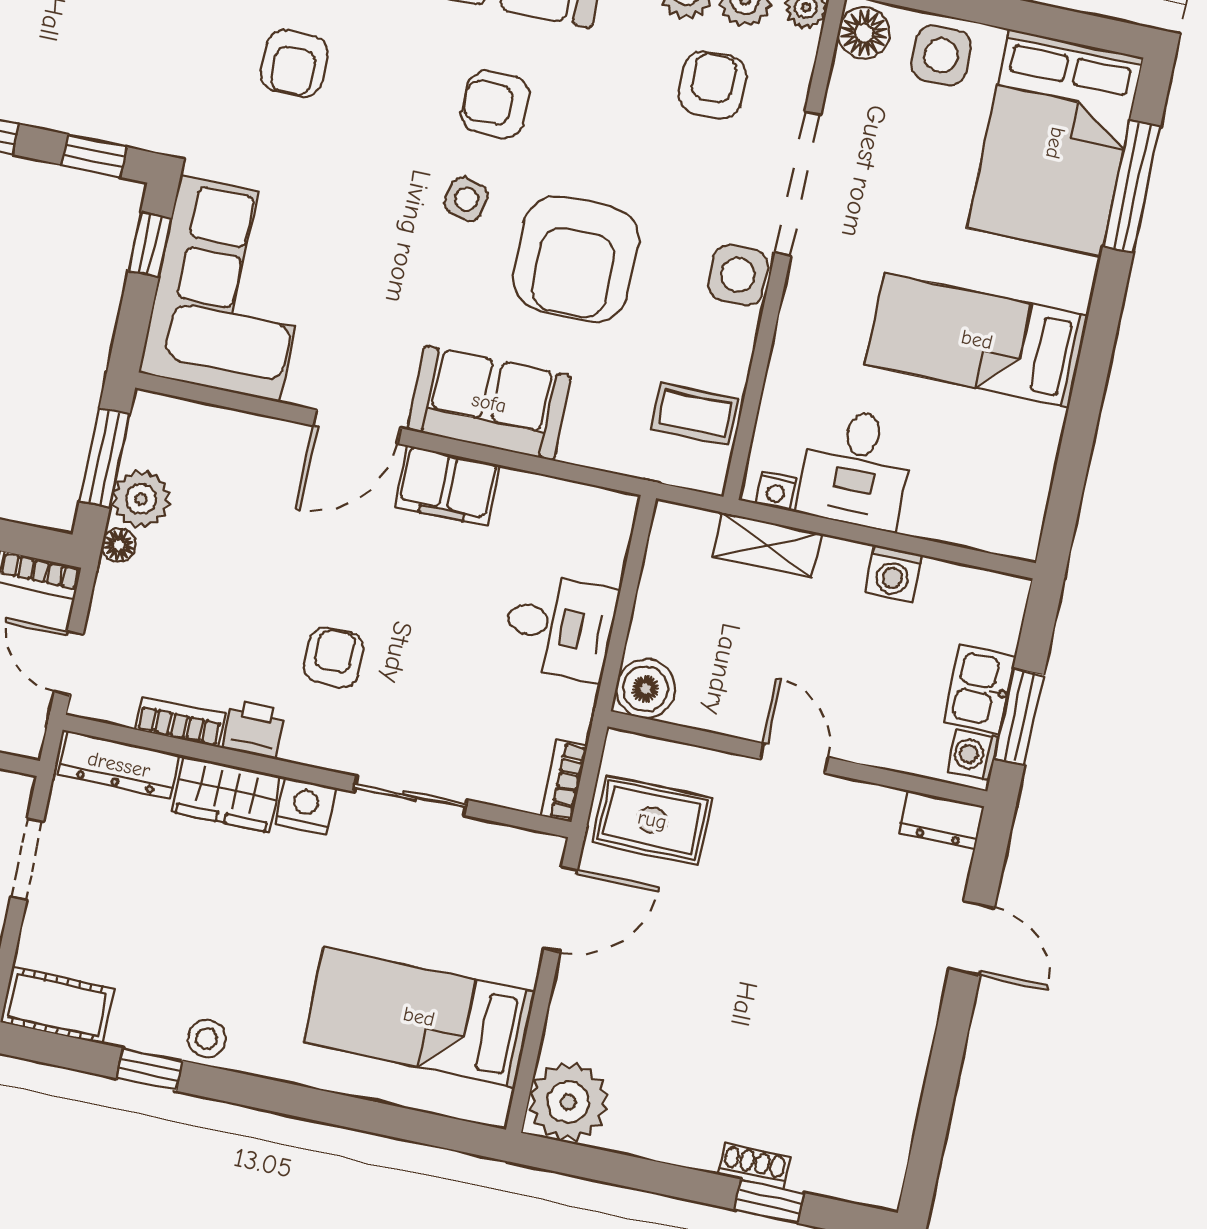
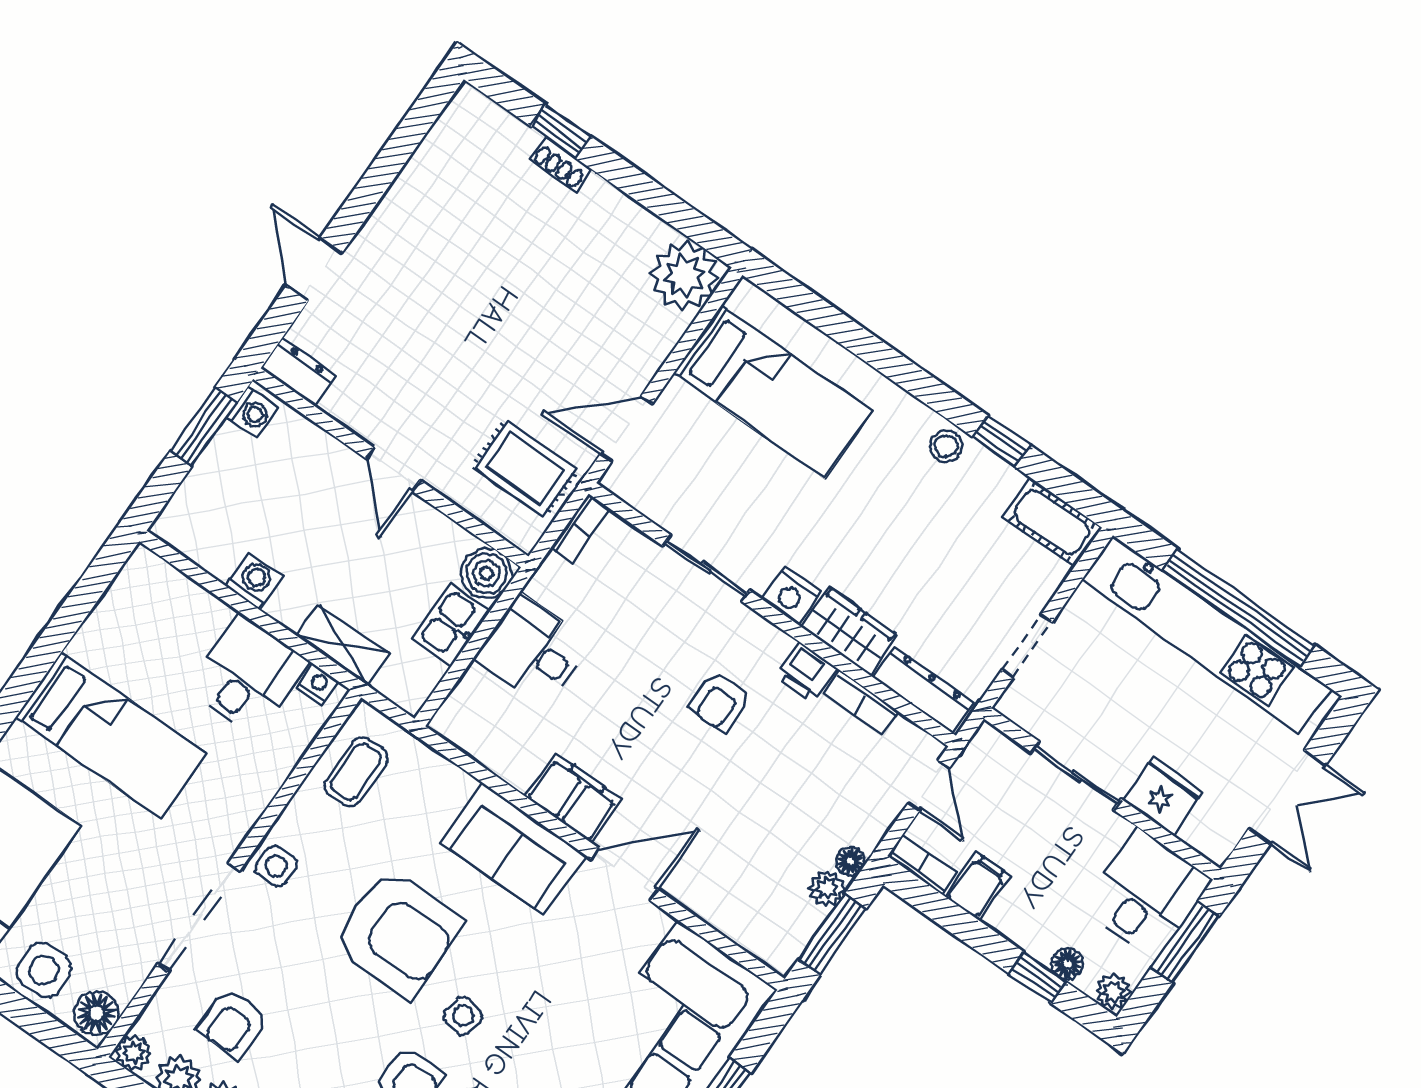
armchair: (576, 259) -> (397, 933), turned 90
side table: (738, 275) -> (276, 866), width x0.73, depth x0.73
coffee table: (695, 414) -> (356, 772), turned 90
plant: (141, 499) -> (827, 888), width x0.73, depth x0.73
kitchen sink: (980, 689) -> (451, 624), moved, turned 180

